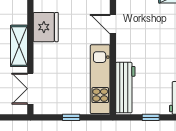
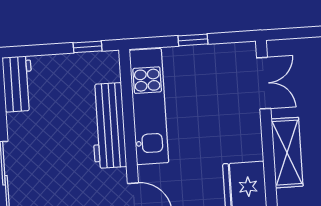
workbench: (125, 88) -> (108, 126), moved
window: (151, 117) -> (88, 47), moved

